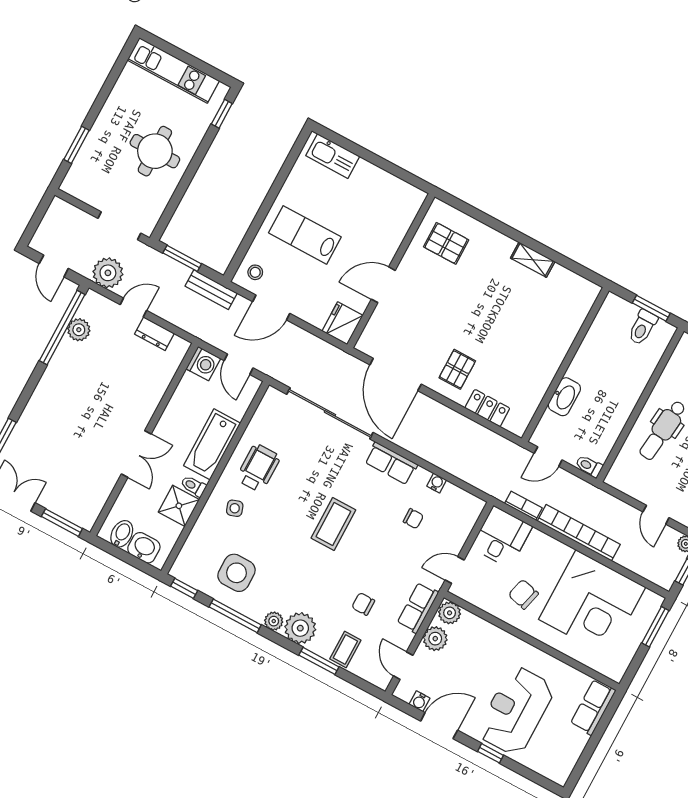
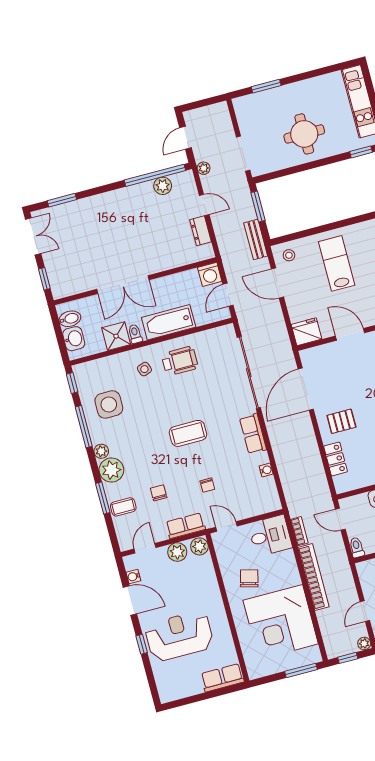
plant: (108, 273) -> (204, 168), width x0.53, depth x0.53
double door: (136, 454) -> (123, 285), width x1.37
chair: (413, 519) -> (207, 485), moved
window: (62, 523) -> (44, 279), width x0.67

